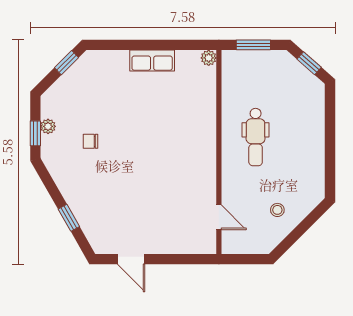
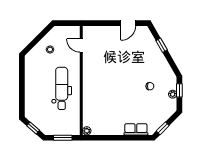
row of seats: (152, 61) -> (136, 129), moved
dental chair: (256, 137) -> (62, 88), width x1.36, depth x1.38
door: (131, 259) -> (128, 23), swing flipped

